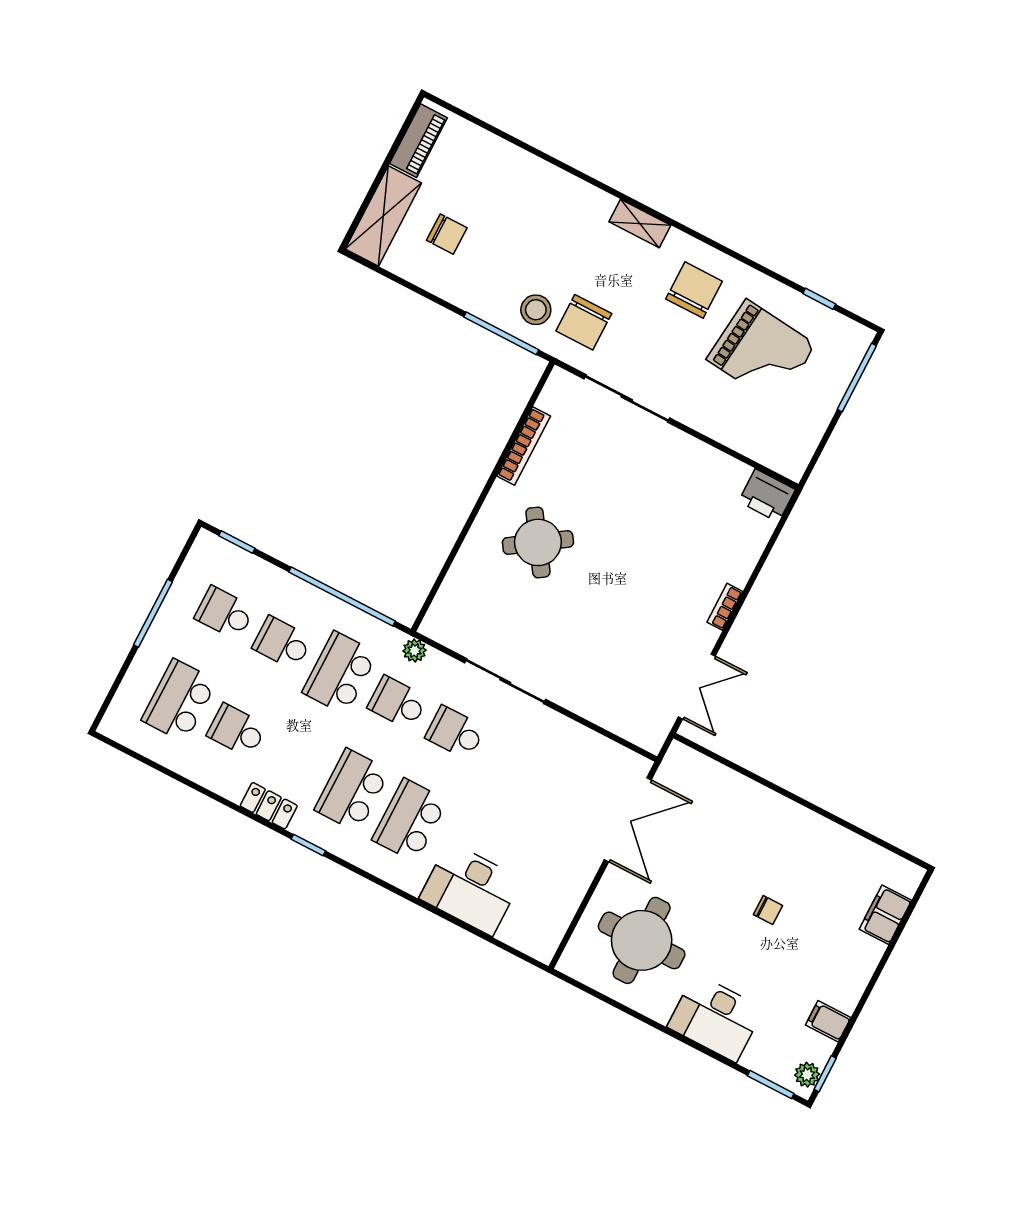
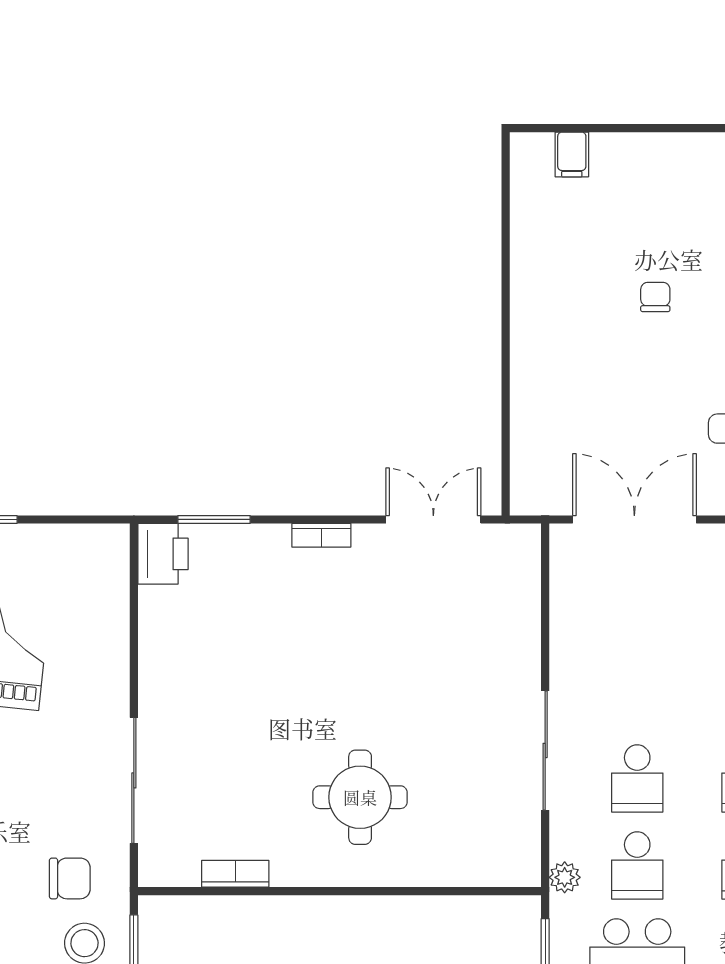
chair: (584, 322) -> (70, 878), width x0.73, depth x0.73
bookcase: (524, 446) -> (235, 874), width x0.64
window: (772, 541) -> (214, 519), added
round table: (538, 542) -> (360, 797), turned 34
filing cabinet: (885, 915) -> (572, 154), width x0.50

